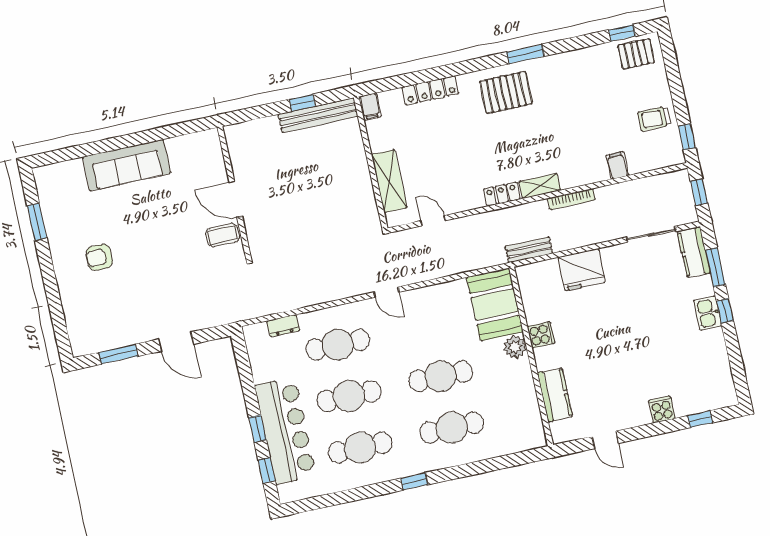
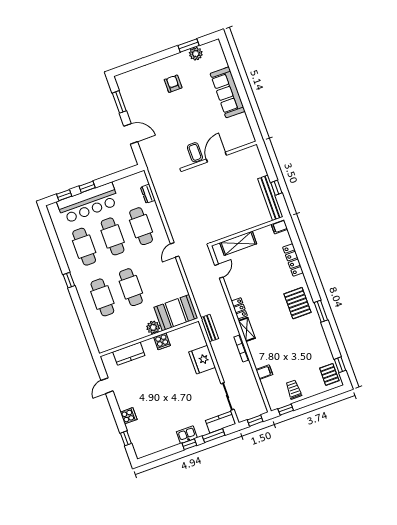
plant: (53, 211) -> (196, 54), added
door: (176, 342) -> (131, 134), swing flipped

